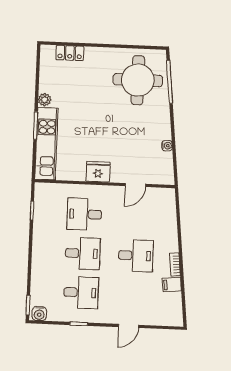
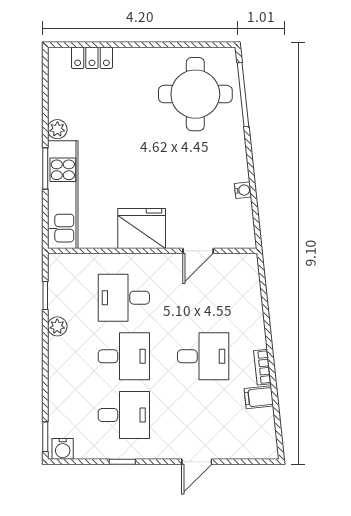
fridge: (98, 172) -> (142, 228), width x1.36, depth x1.34
plant: (39, 232) -> (57, 326), added

